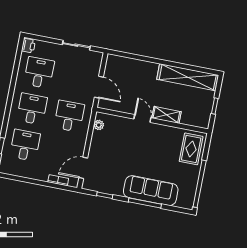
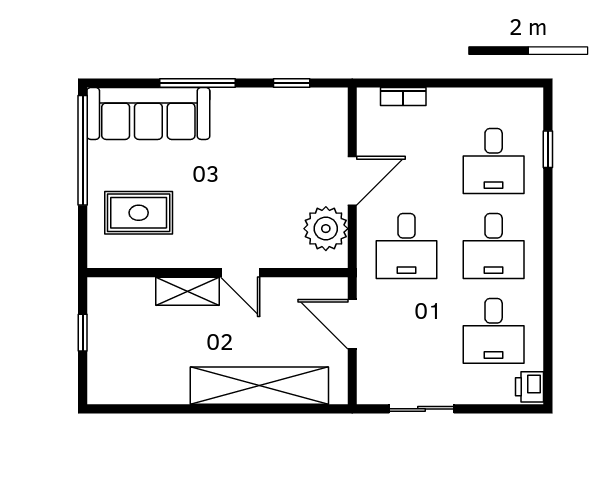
shelving: (188, 77) -> (259, 386), moved
plant: (99, 125) -> (326, 229), width x1.87, depth x1.87
rug: (191, 149) -> (139, 213), moved, turned 90
door: (83, 168) -> (352, 181), moved
sofa: (151, 191) -> (148, 113), moved

